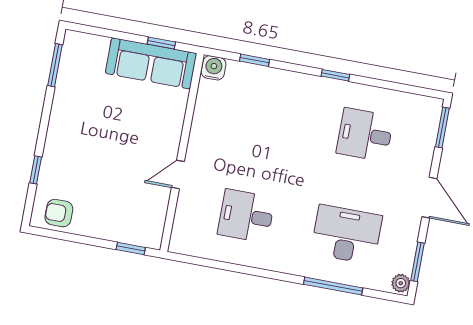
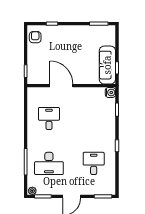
door: (178, 175) -> (61, 86), width x1.87
desk: (347, 235) -> (49, 163), turned 90

